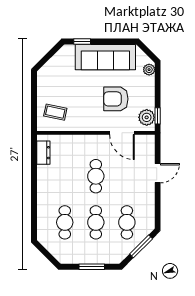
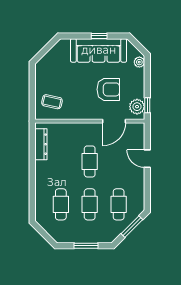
window: (82, 41) -> (99, 36), moved
armchair: (116, 99) -> (108, 89), turned 180
door: (122, 133) -> (114, 121), hinge flipped
dresser: (43, 153) -> (41, 144), width x1.44
door: (158, 173) -> (147, 159), swing flipped

